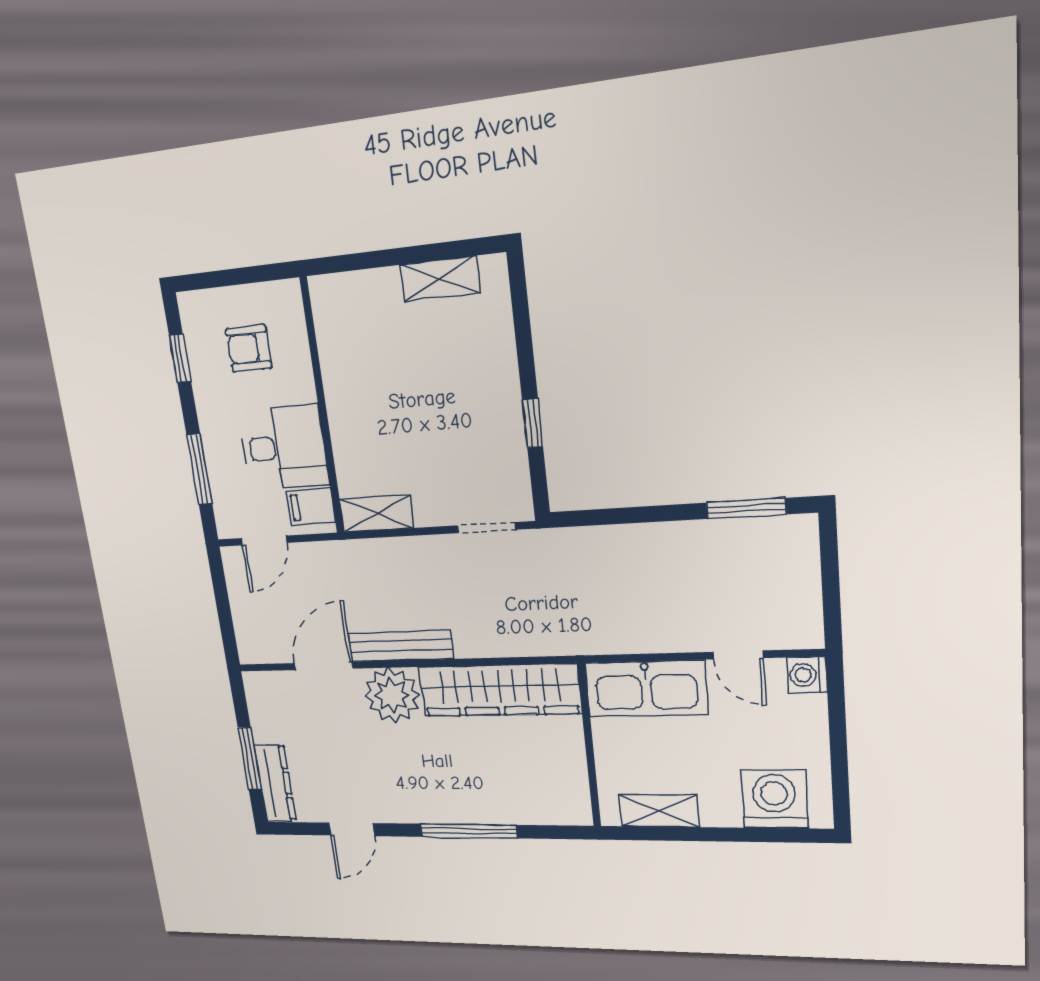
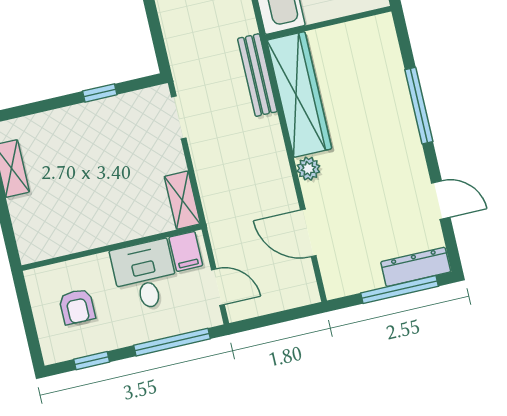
window: (199, 470) -> (172, 342), width x1.44
bench: (400, 646) -> (257, 75), moved
plant: (392, 695) -> (308, 169), width x0.53, depth x0.53
window: (250, 759) -> (400, 290), width x1.44

